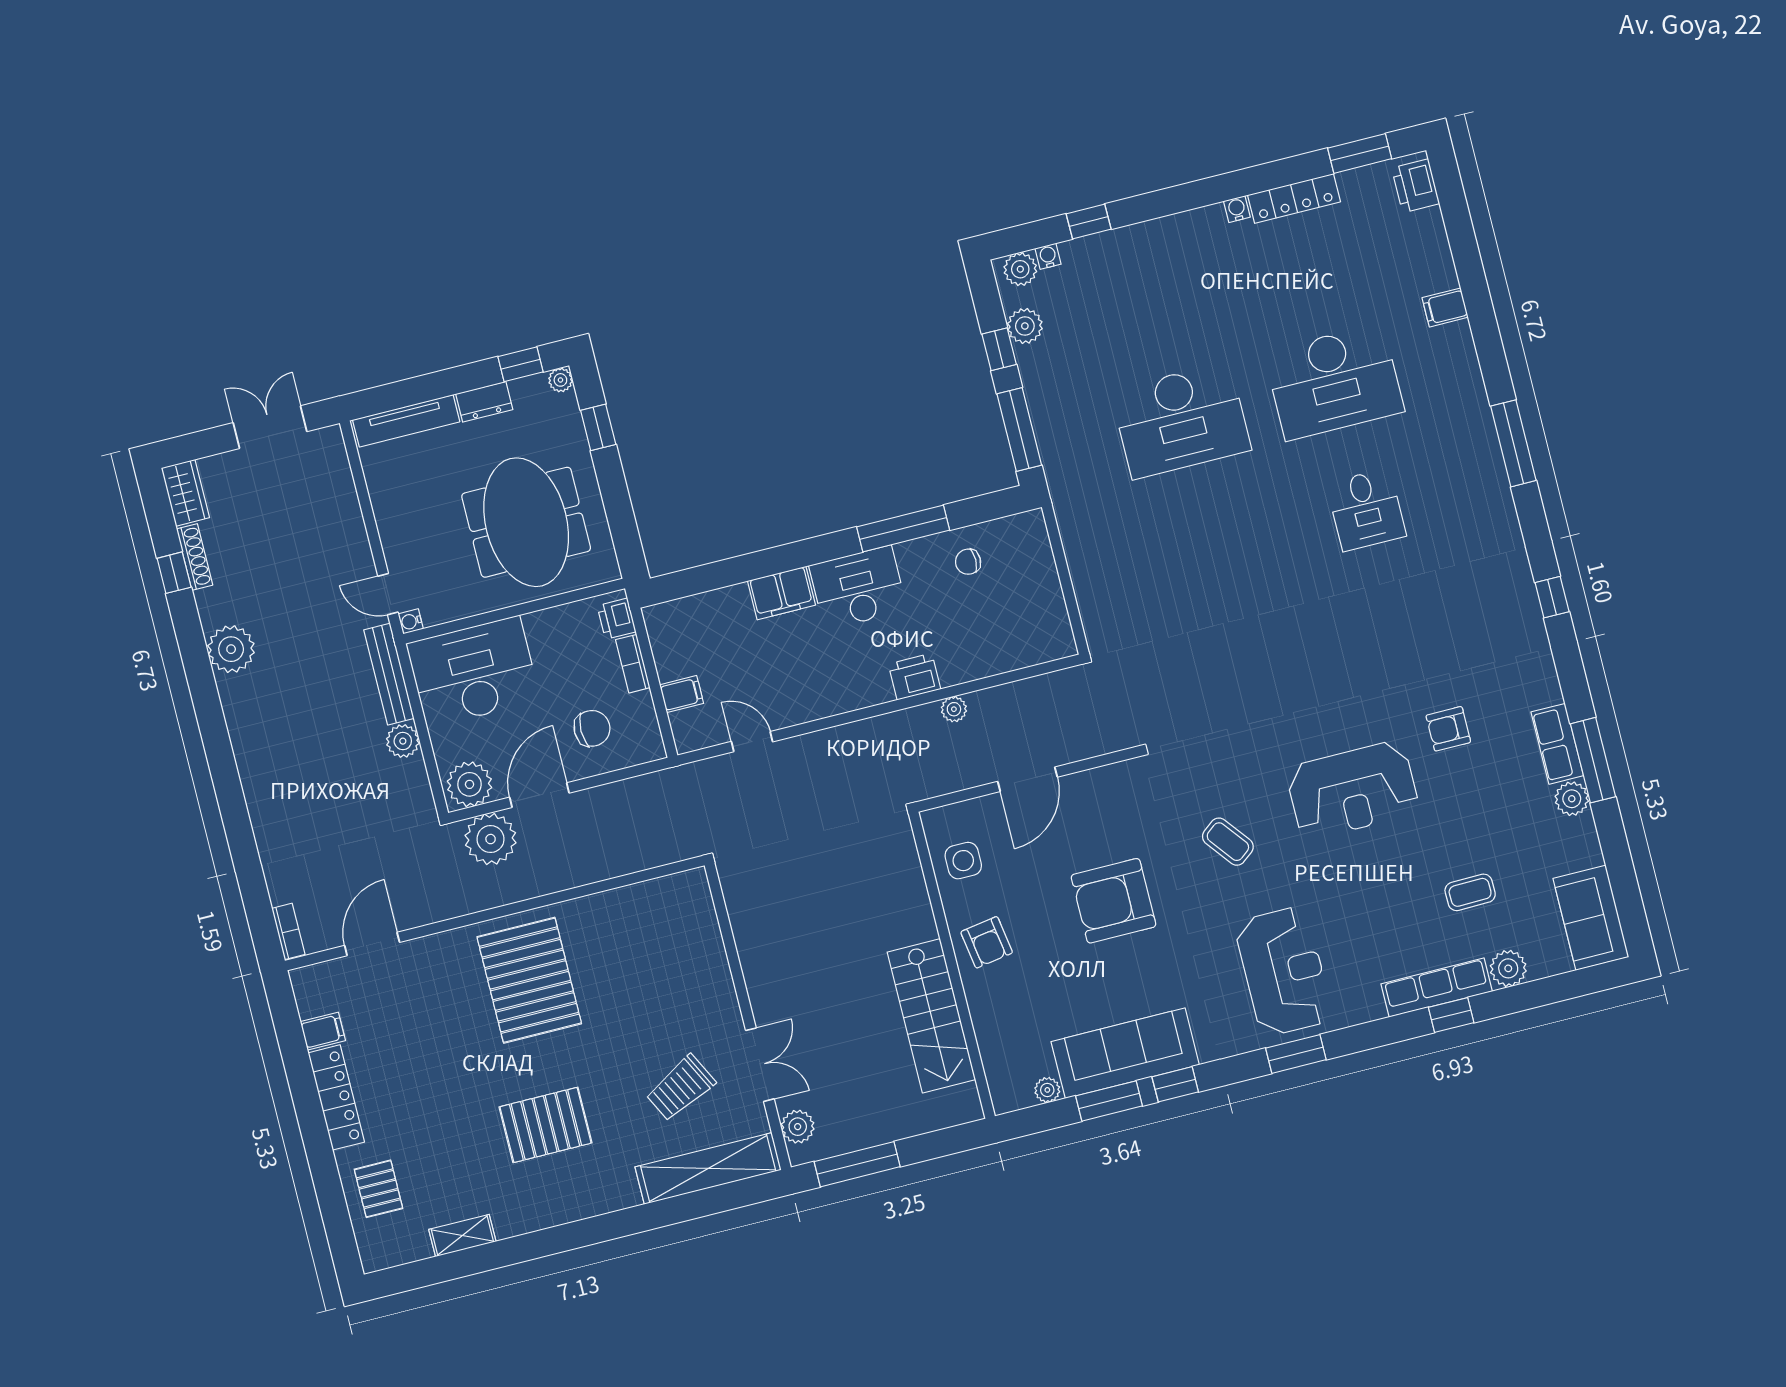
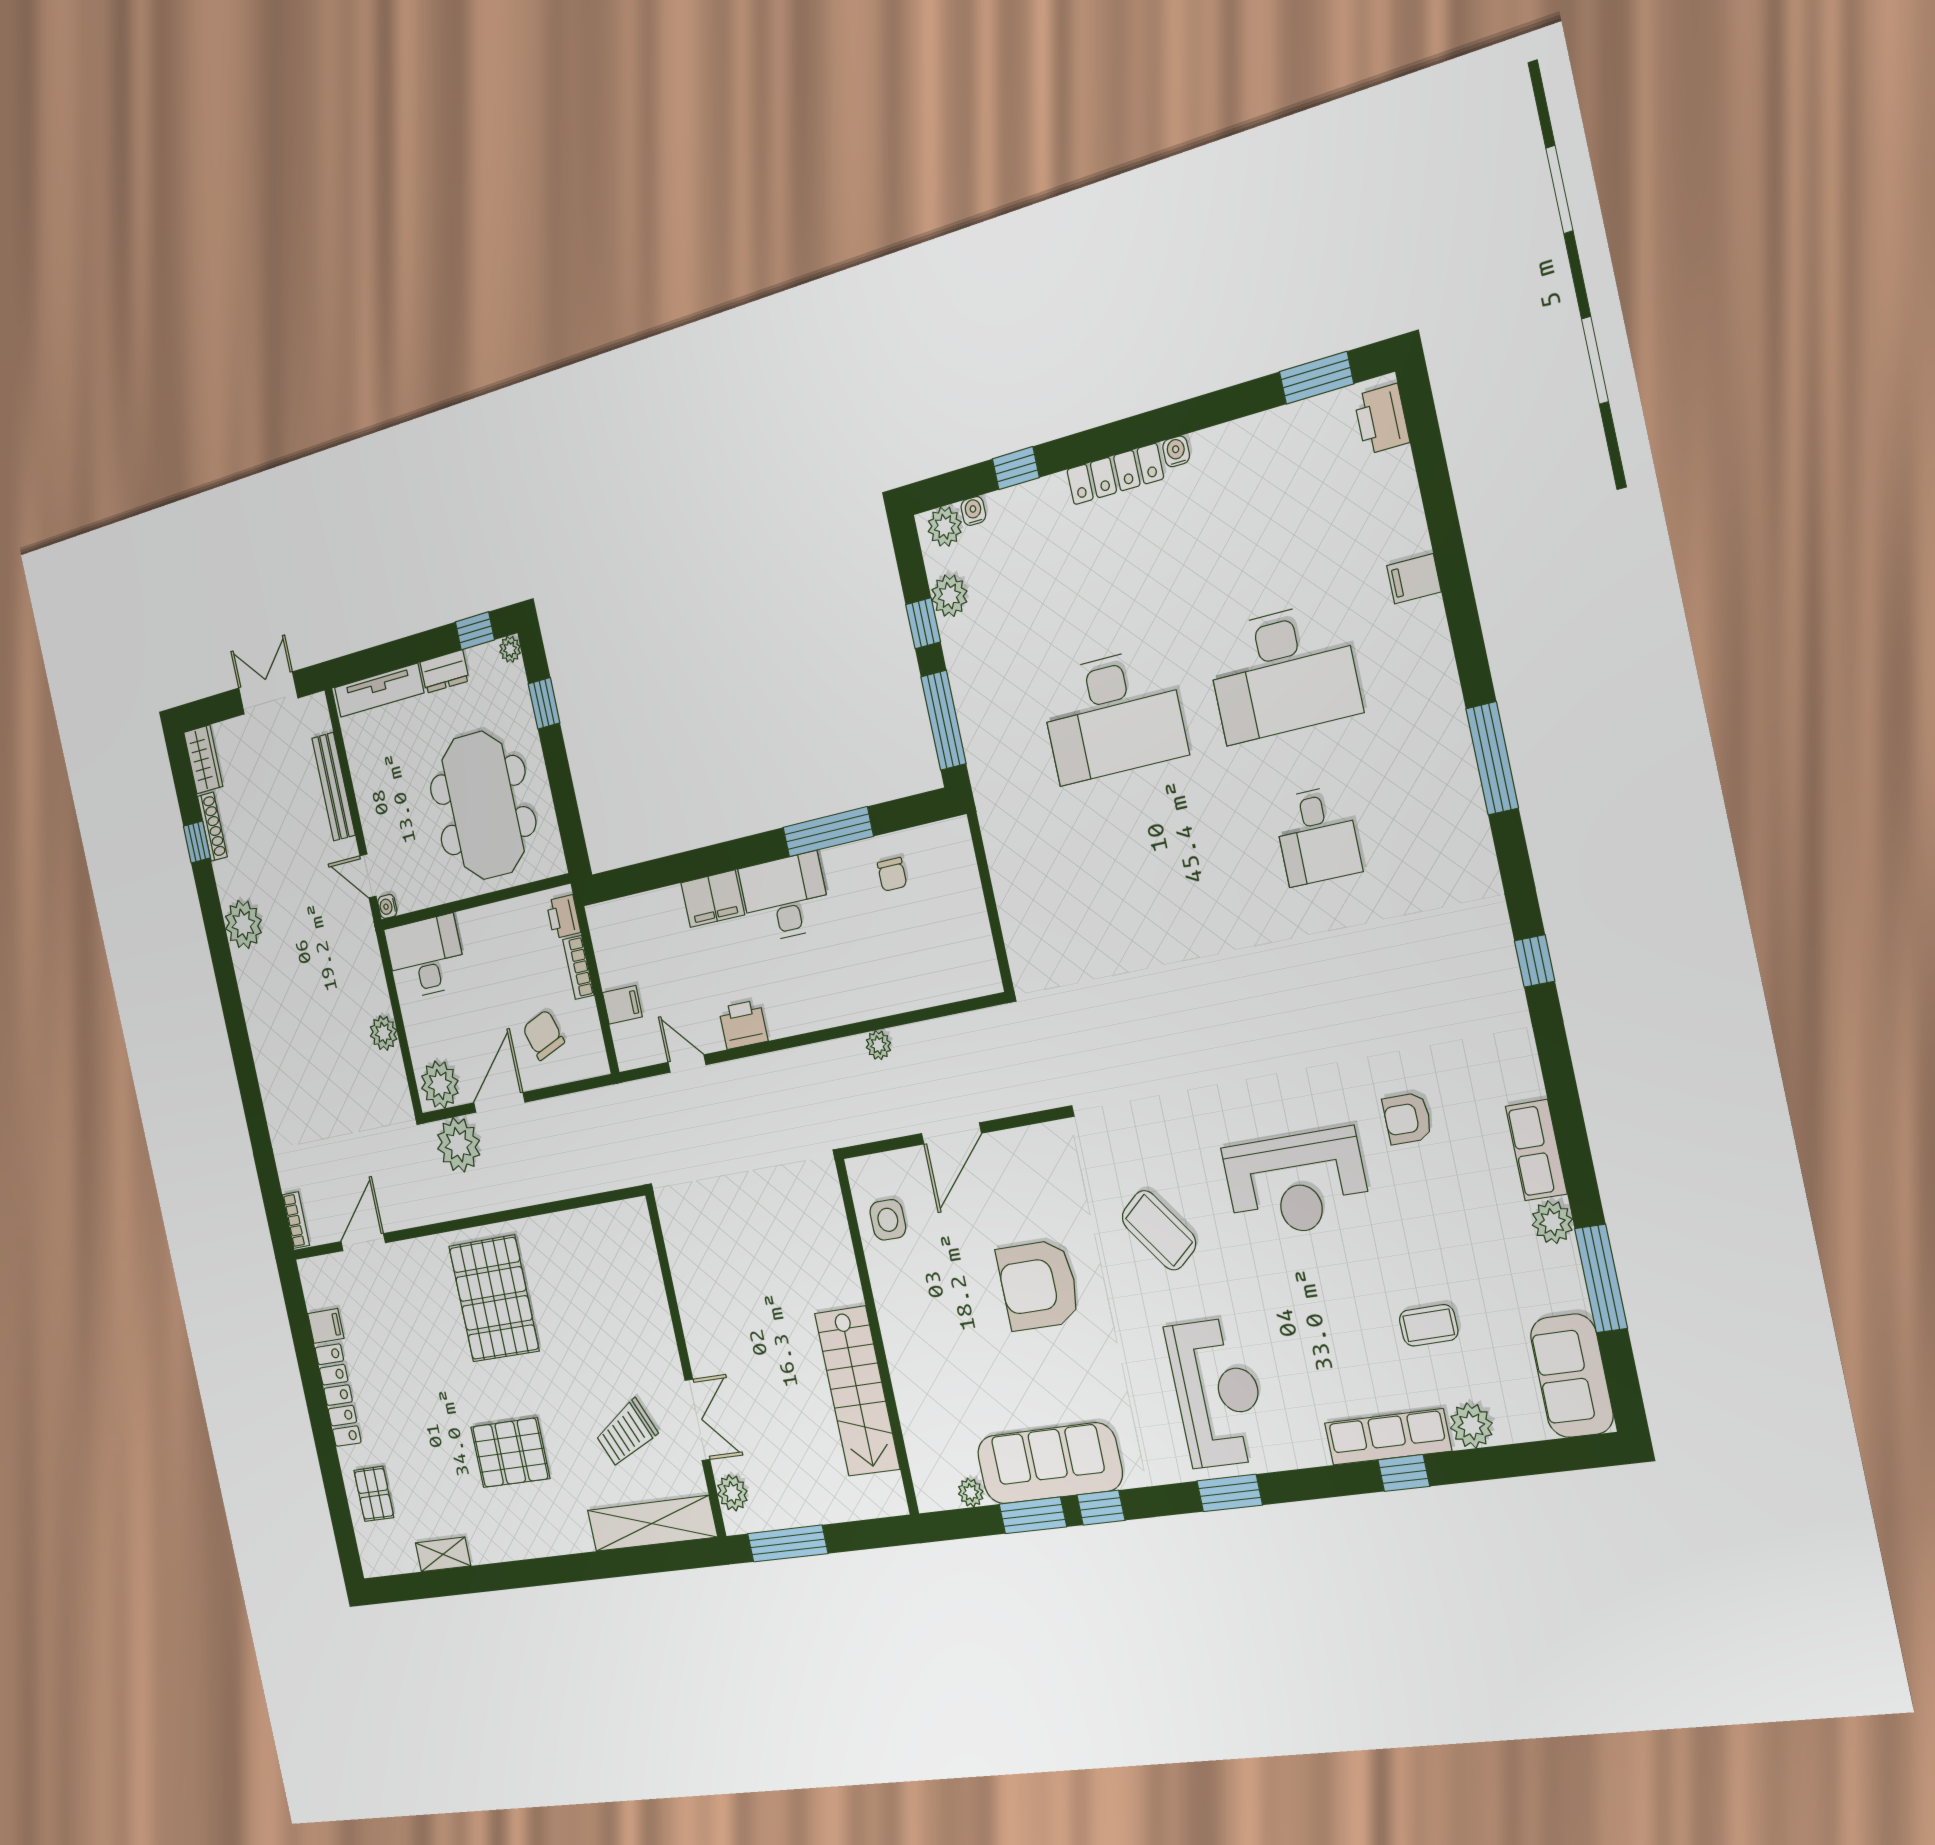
locker: (1294, 198) -> (1115, 474), moved
chair: (968, 562) -> (892, 874), turned -90
desk: (473, 672) -> (426, 957), width x0.73, depth x0.77
bench: (389, 674) -> (334, 787), moved
printer: (914, 677) -> (743, 1024), moved
chair: (592, 728) -> (544, 1035), turned -110
window: (1593, 760) -> (1601, 1278), moved
coffee table: (1228, 842) -> (1159, 1230), width x1.36, depth x1.30
armchair: (987, 942) -> (911, 1316), removed

